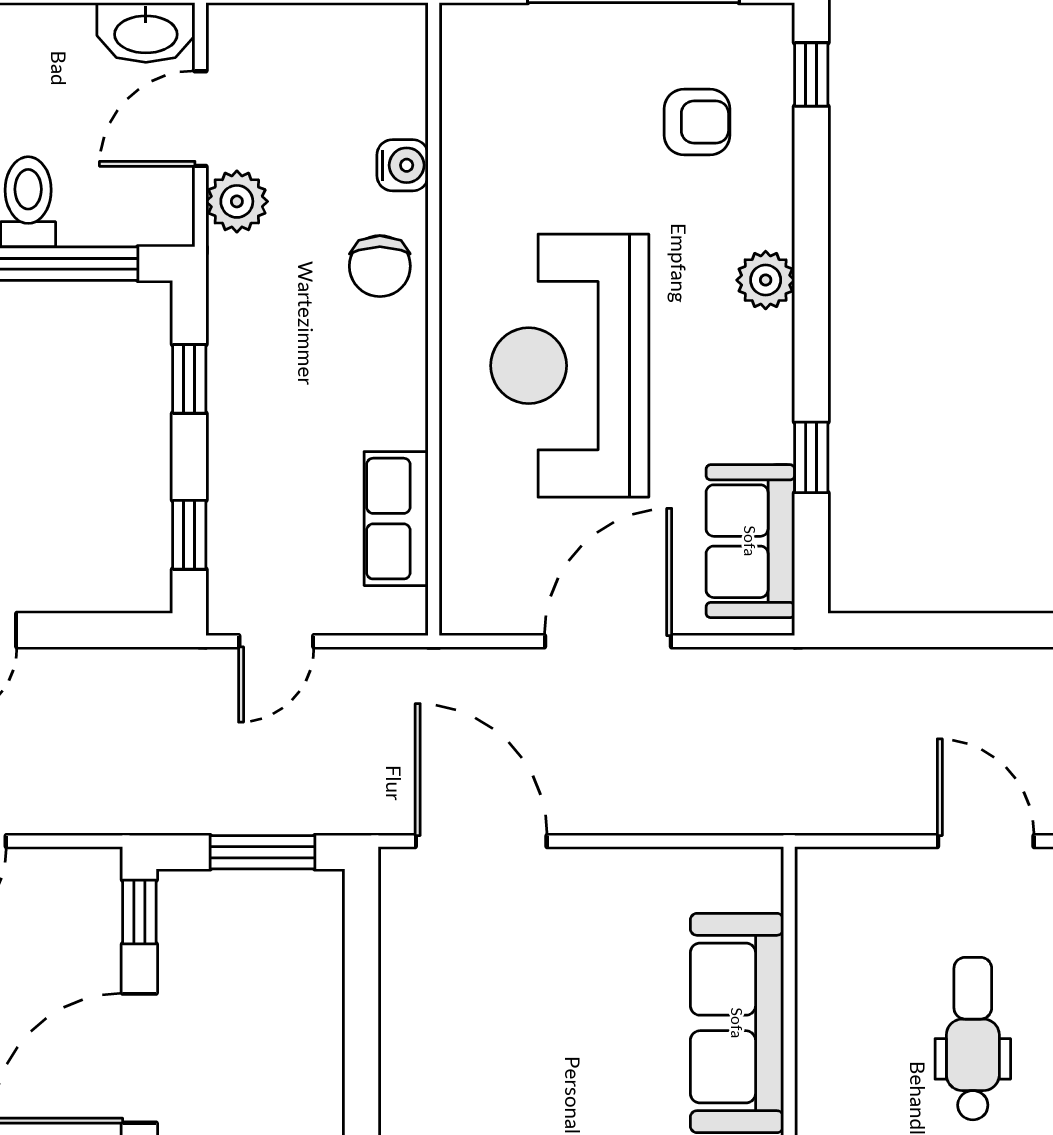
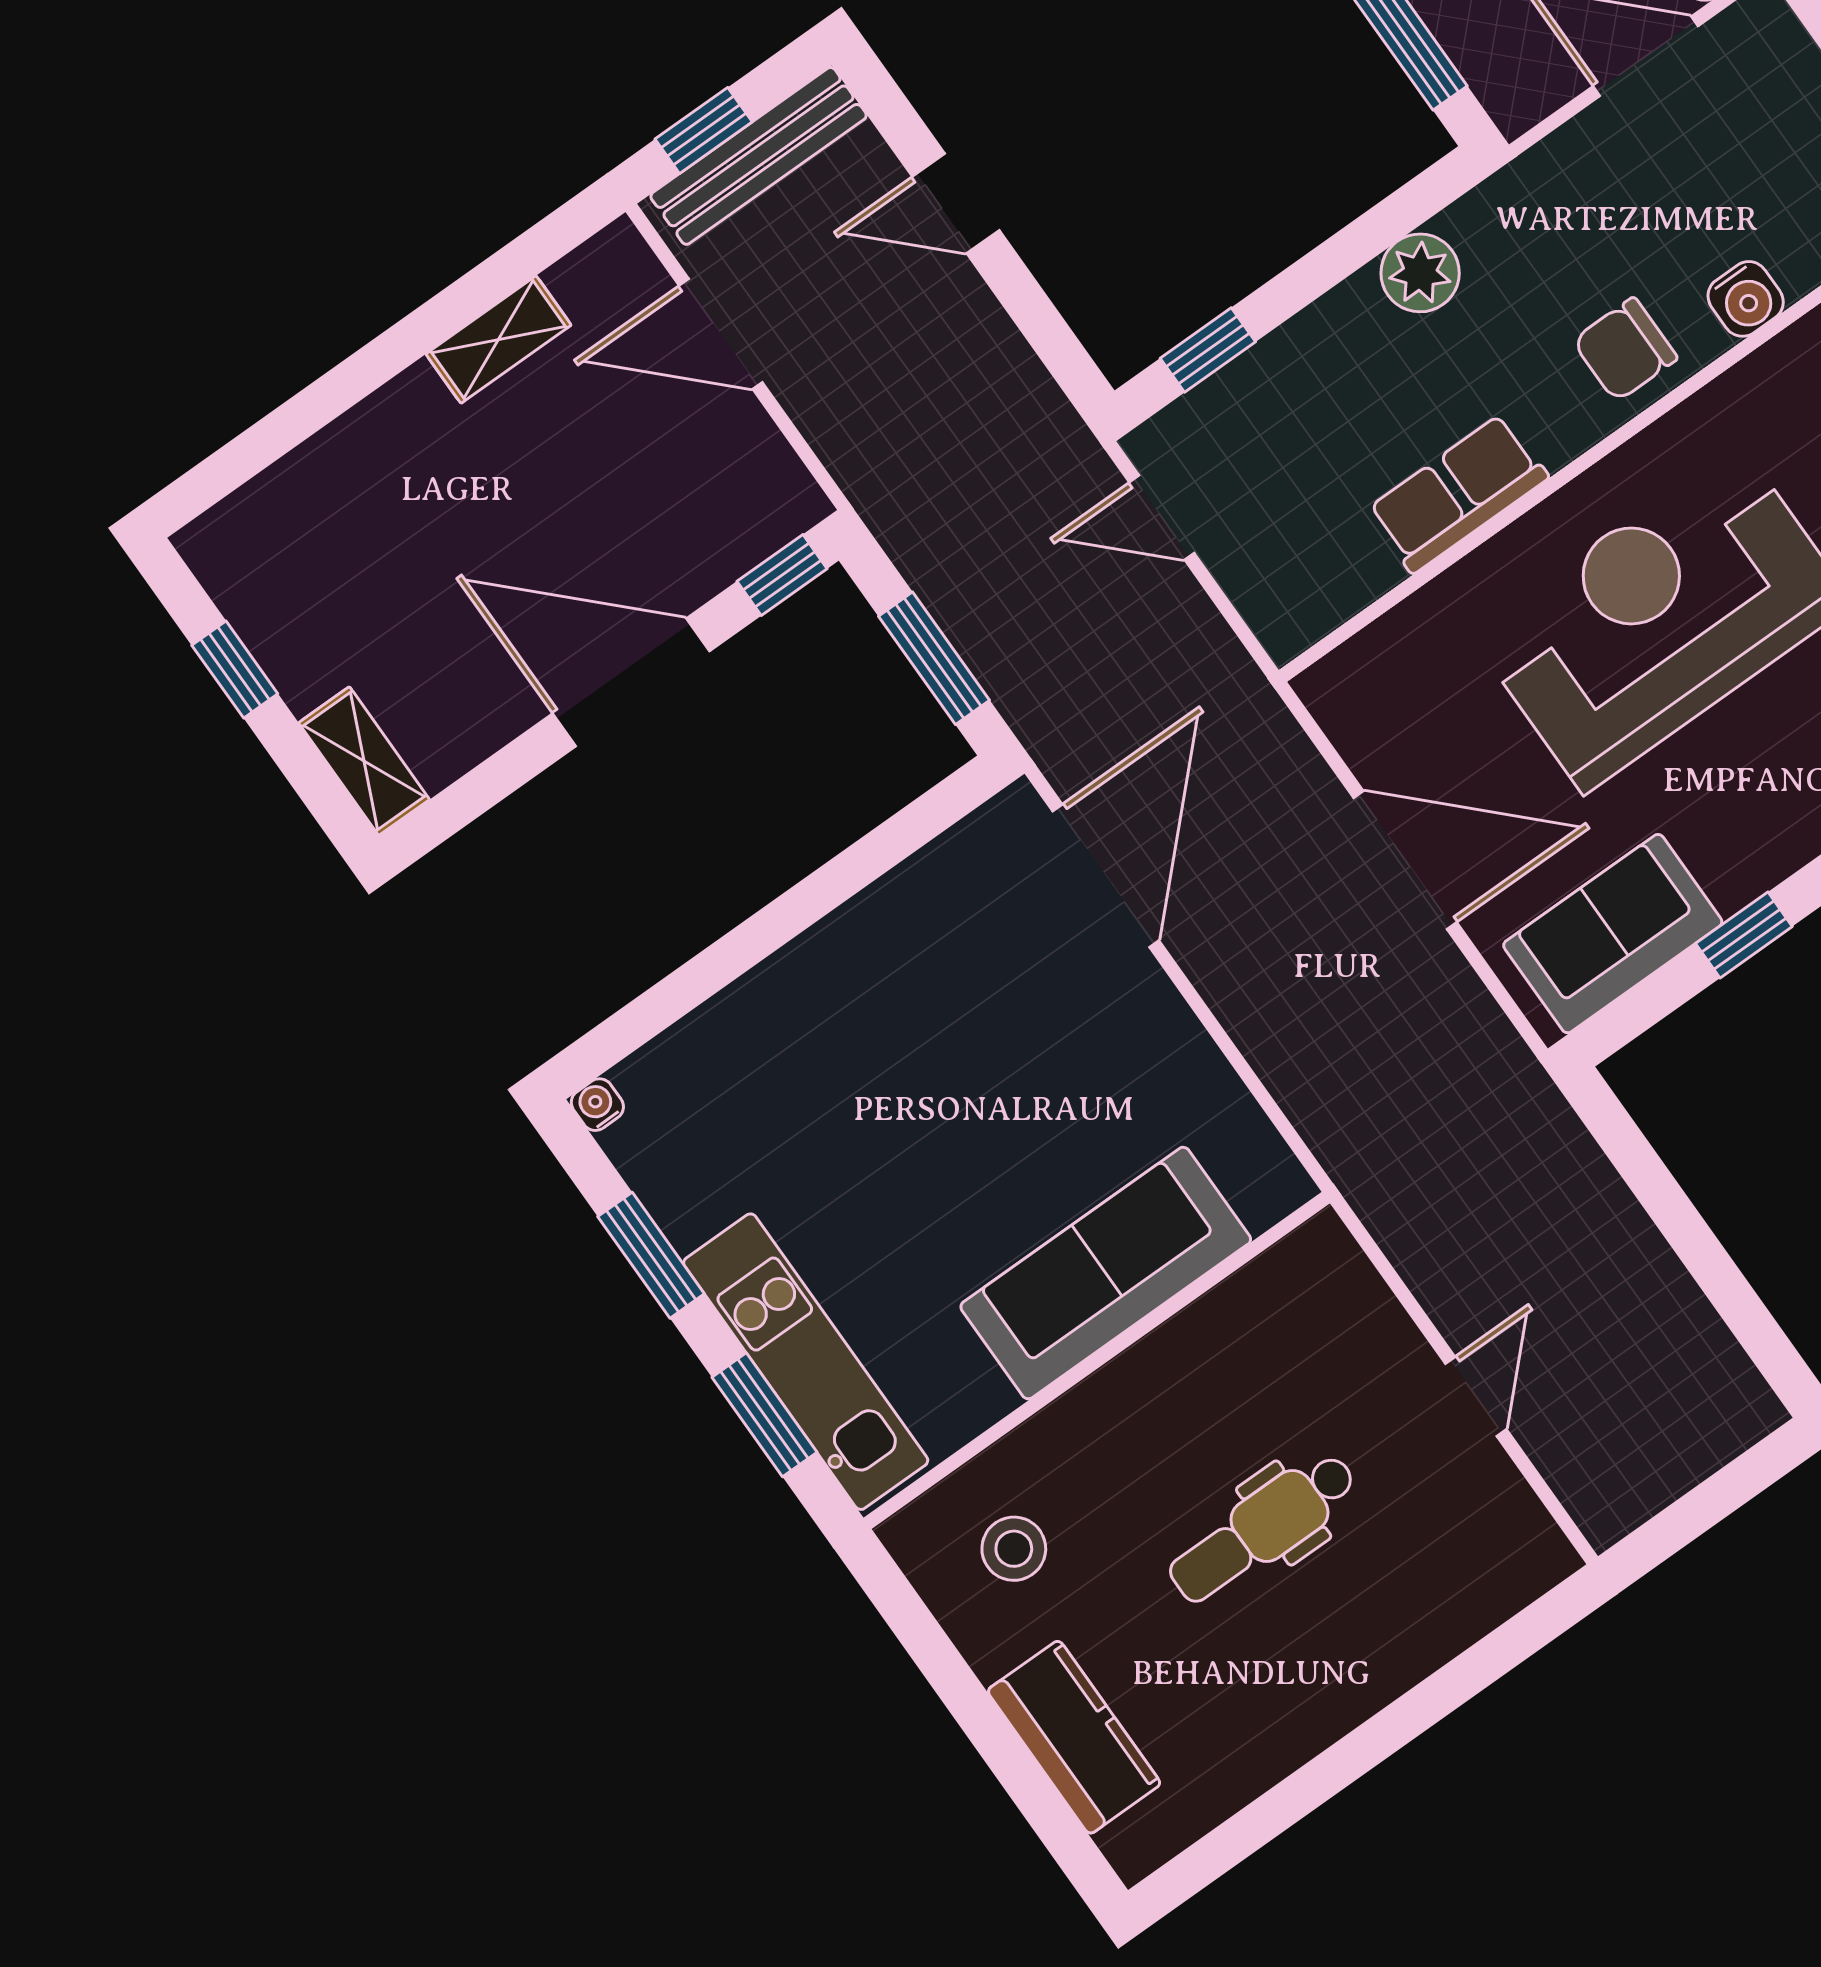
plant: (237, 201) -> (1420, 273), moved
window: (189, 379) -> (1369, 236), removed
row of seats: (396, 519) -> (1458, 493), moved
door: (986, 841) -> (1476, 1396), width x0.73
dental chair: (973, 1039) -> (1263, 1528), turned 180

